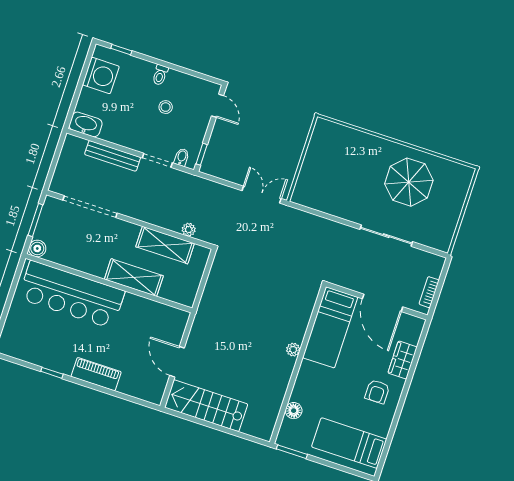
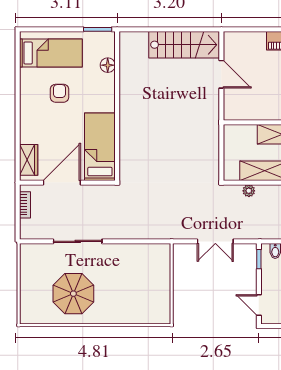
double door: (262, 195) -> (215, 241), moved
door: (383, 303) -> (62, 183), hinge flipped
plant: (293, 350) -> (125, 117), removed
wardrobe: (403, 360) -> (29, 160), moved
armchair: (377, 392) -> (60, 93), moved

